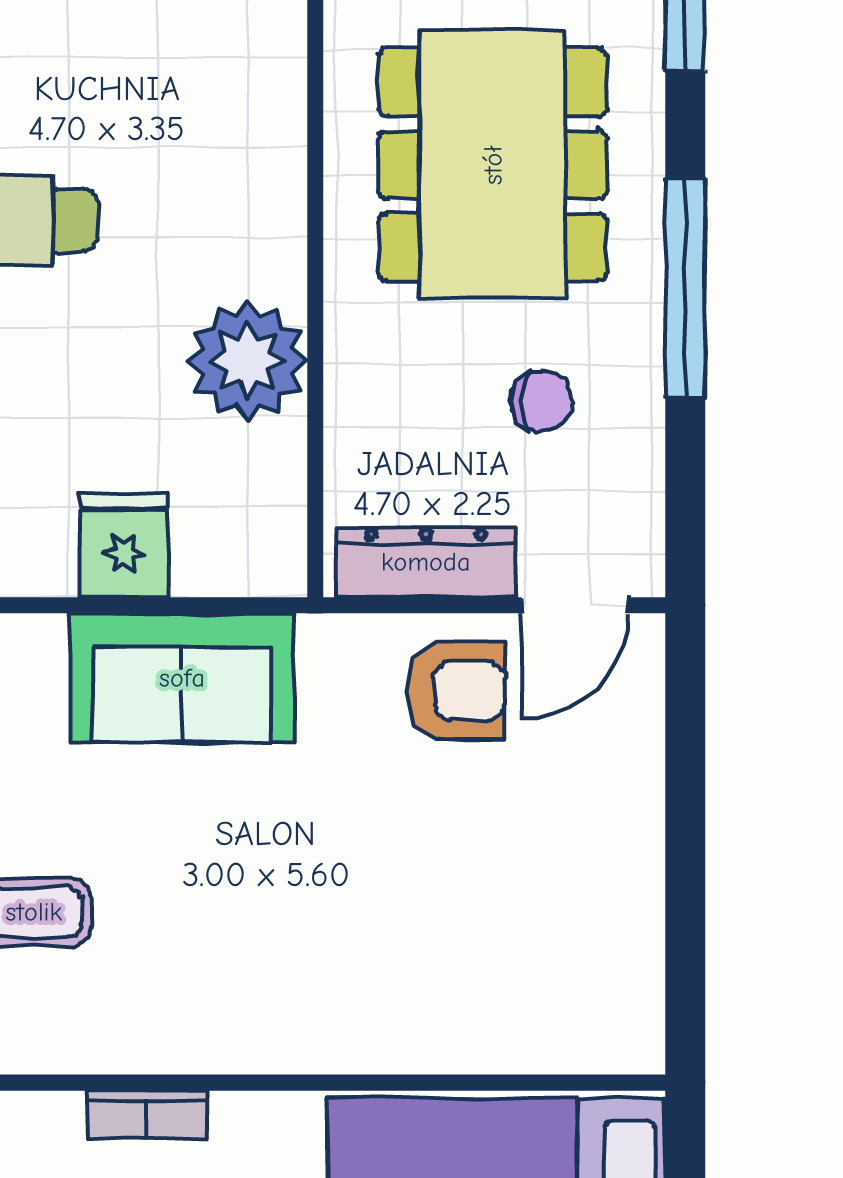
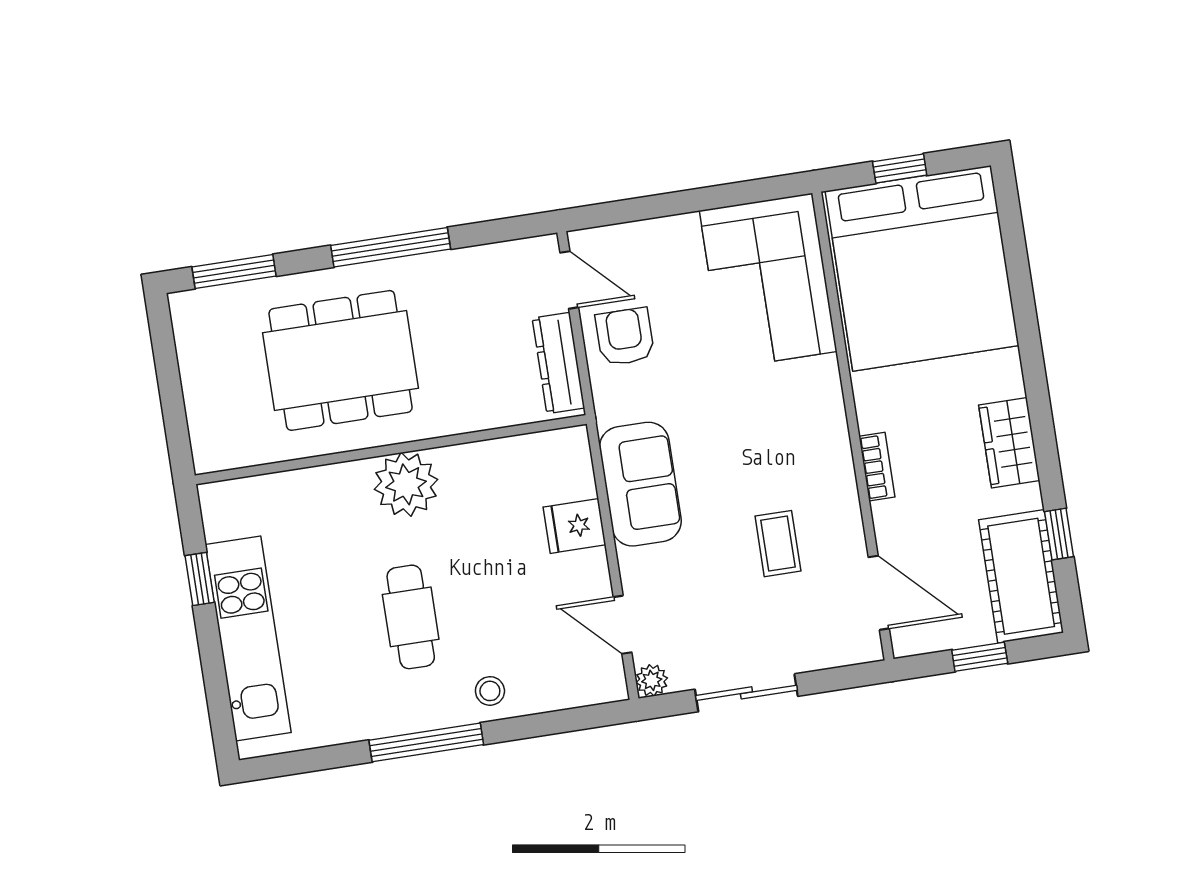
plant: (248, 361) -> (406, 484), moved
chair: (541, 401) -> (463, 315), removed
corner sofa: (517, 969) -> (768, 281), added

